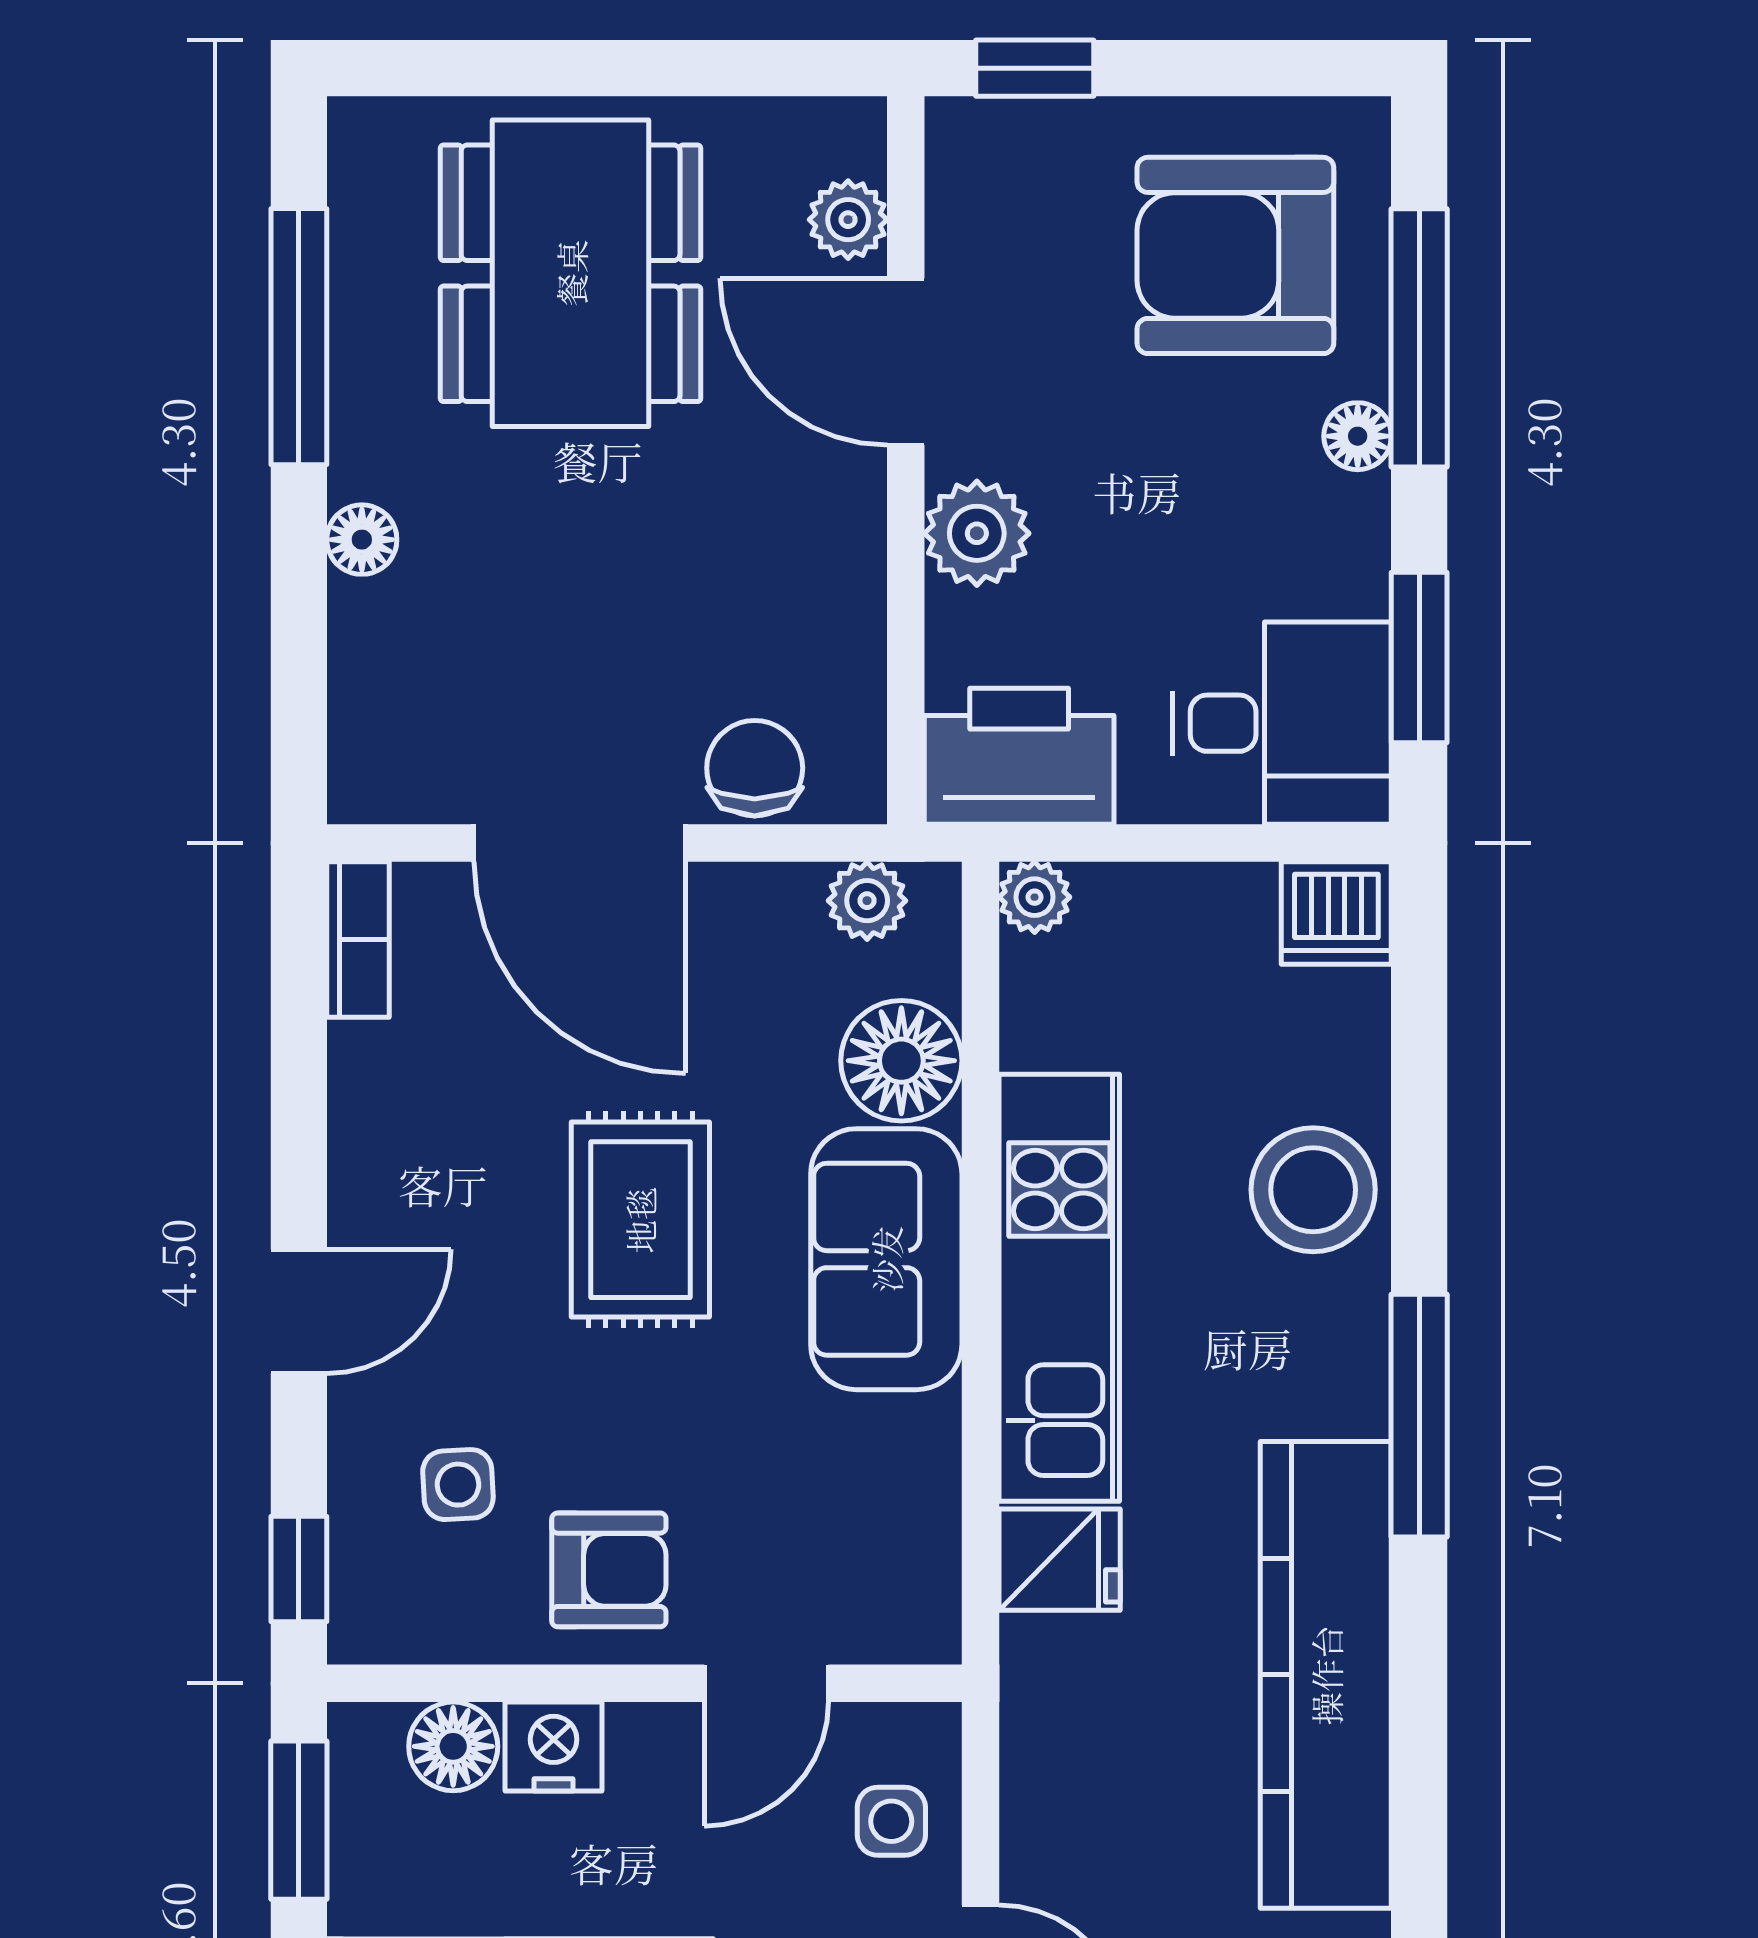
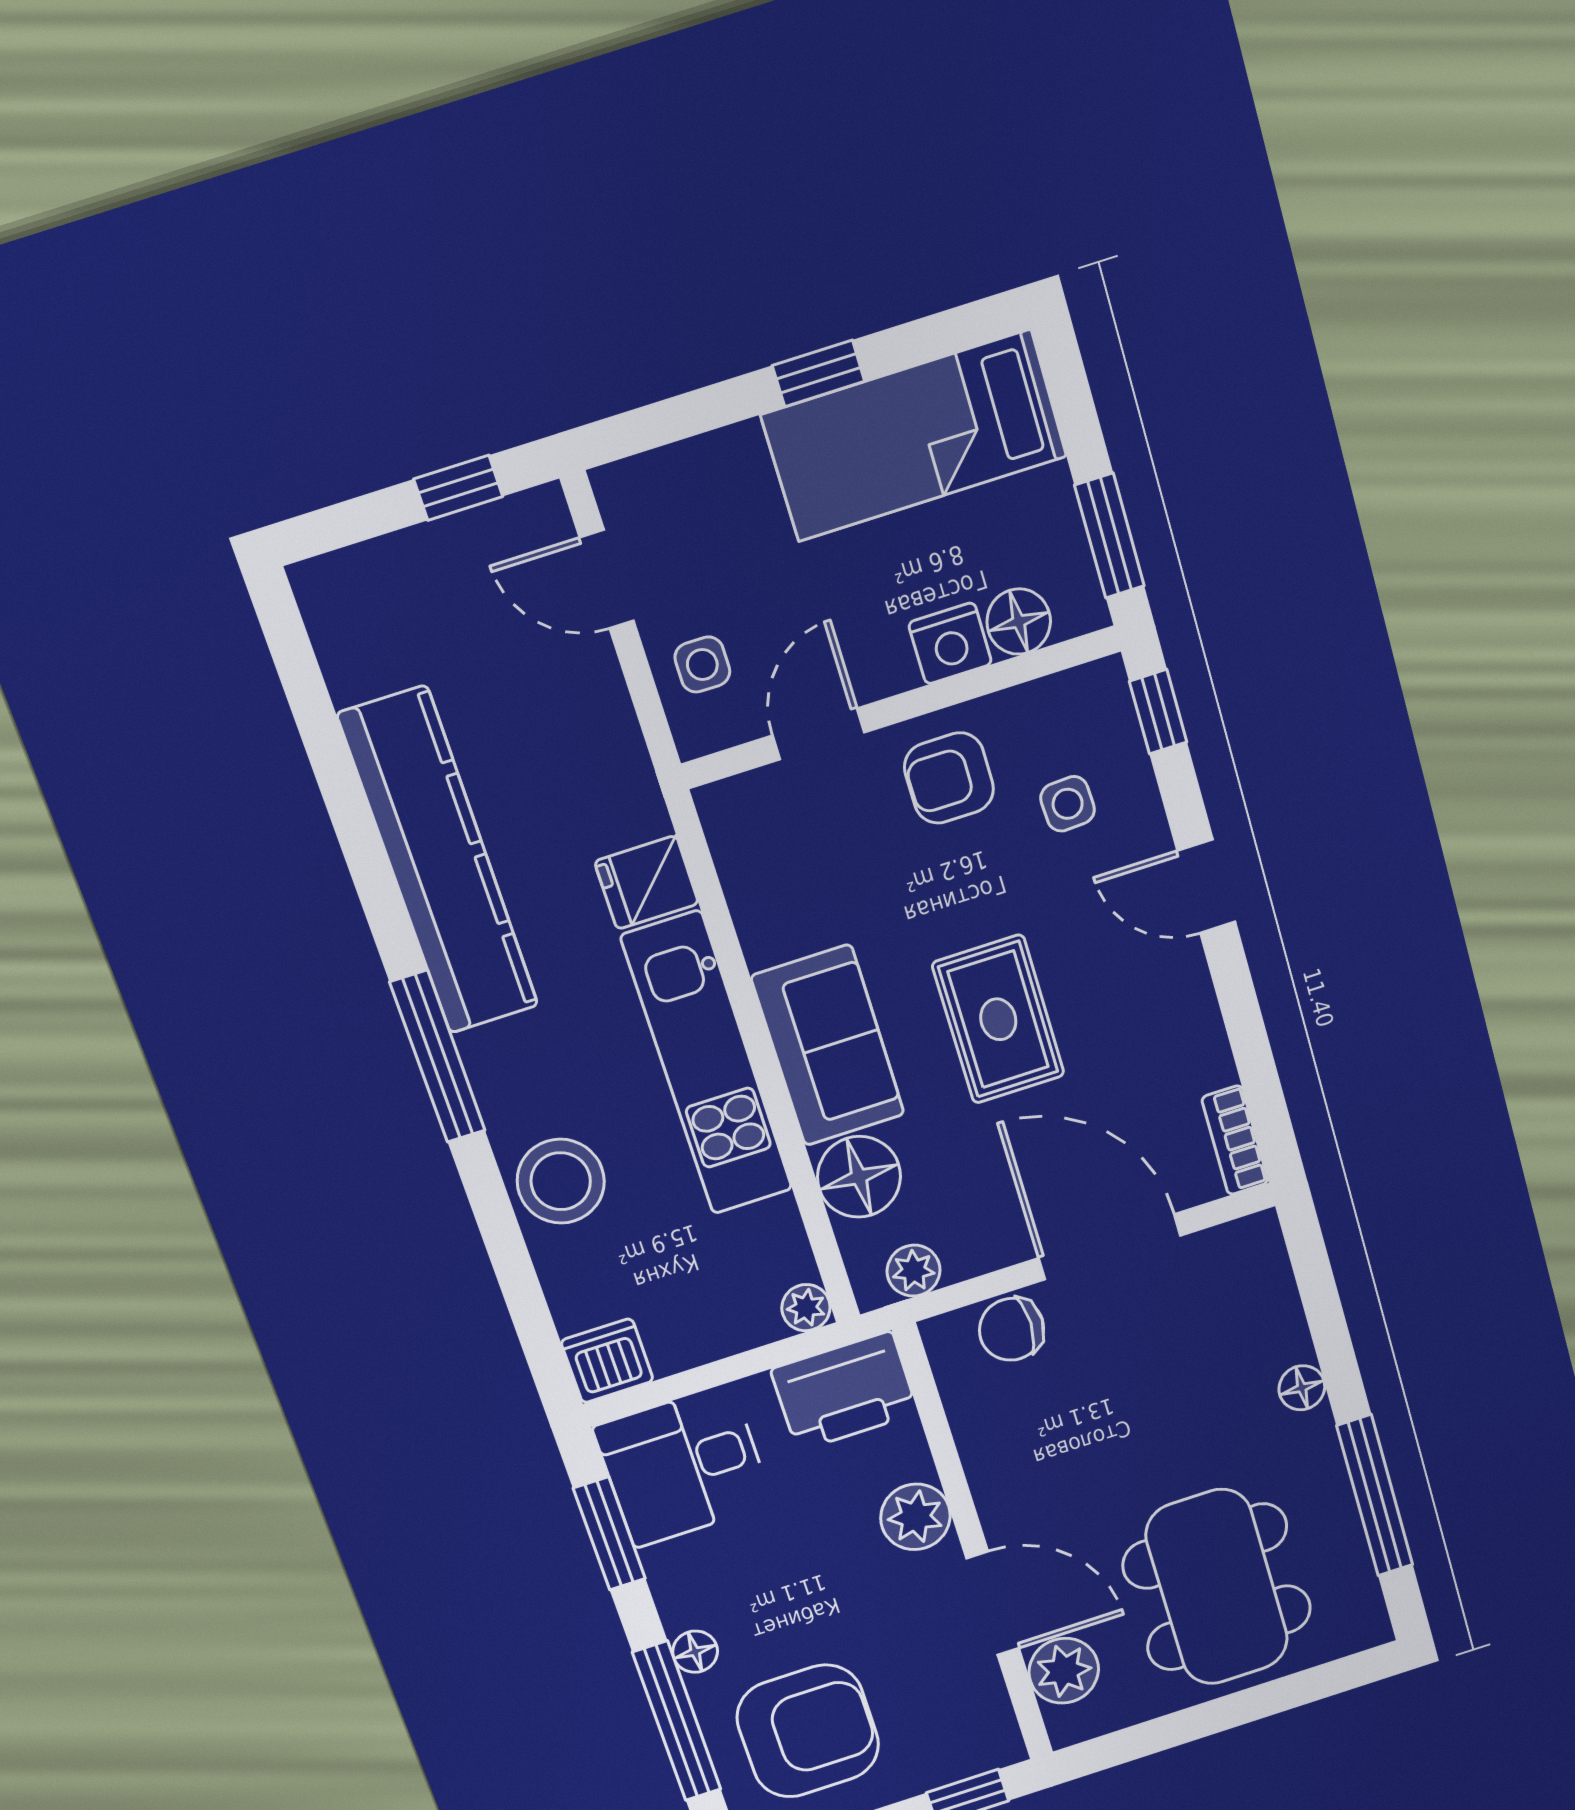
plant: (848, 220) -> (1064, 1671), width x1.38, depth x1.38
chair: (755, 768) -> (1012, 1329), turned 90
door: (299, 1311) -> (1206, 886), hinge flipped

